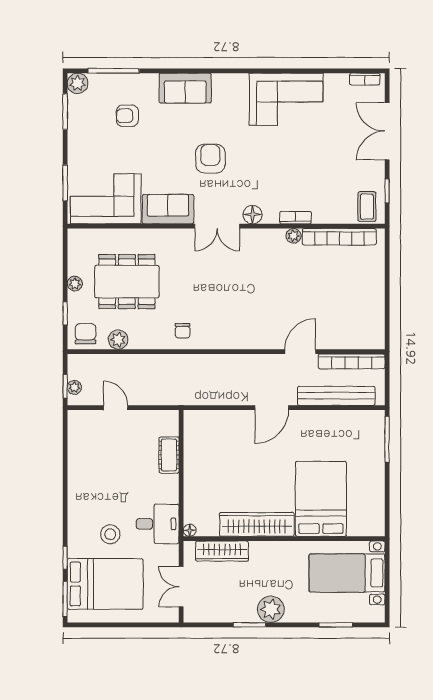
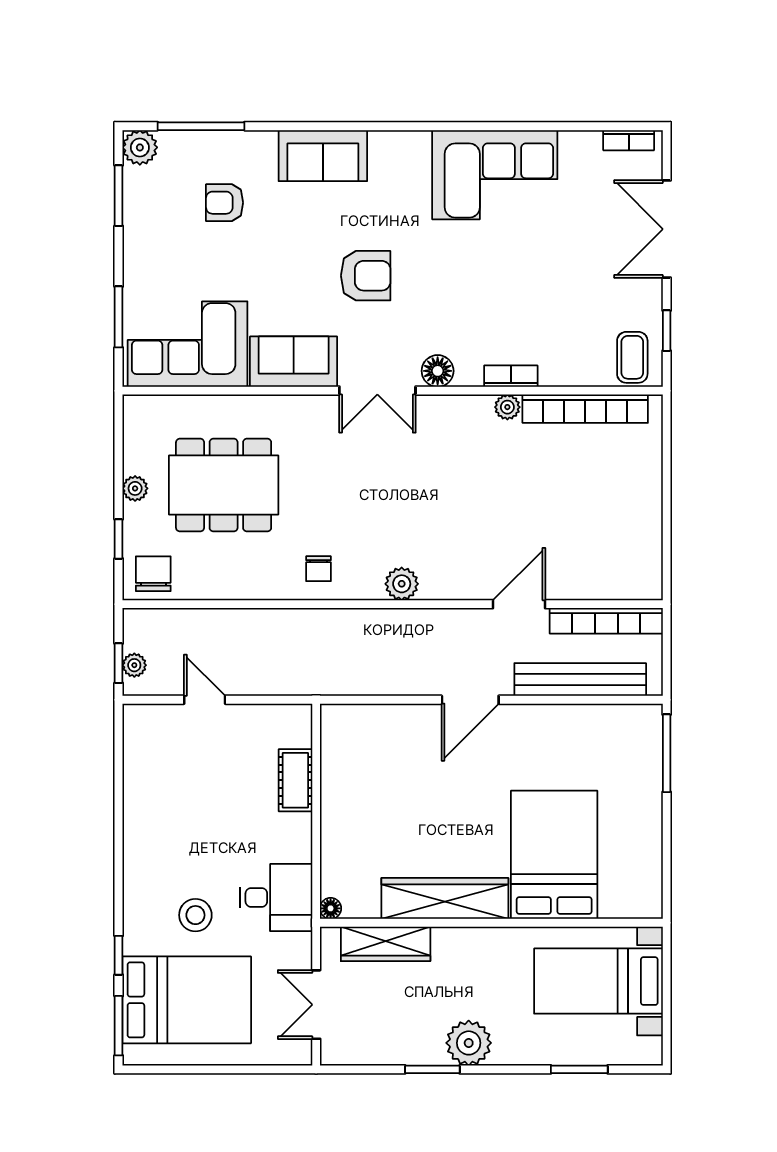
armchair: (210, 159) -> (366, 276), turned 90
plant: (118, 340) -> (402, 584), moved

